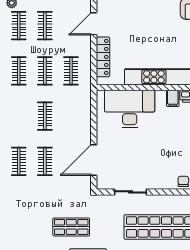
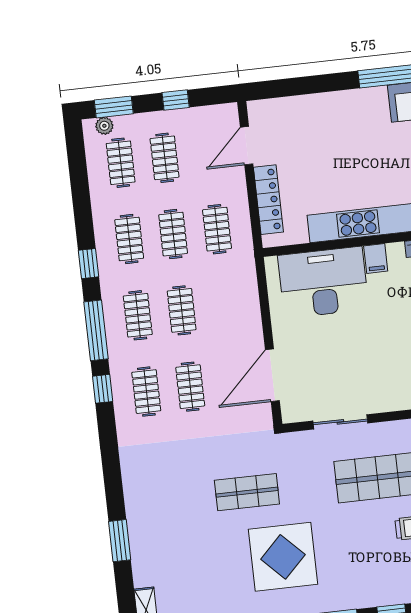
filing cabinet: (173, 98) -> (376, 258), moved
clothes rail: (19, 116) -> (138, 315), added

